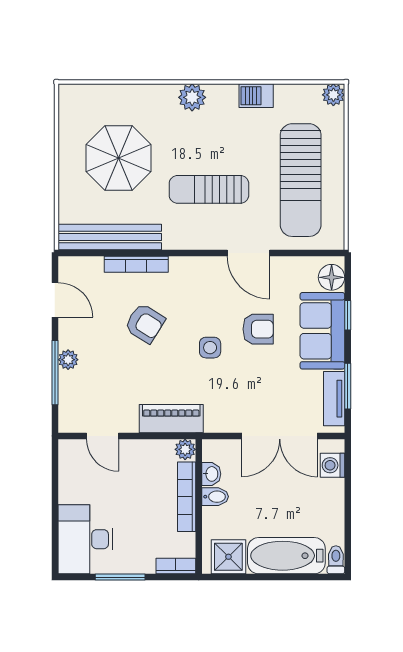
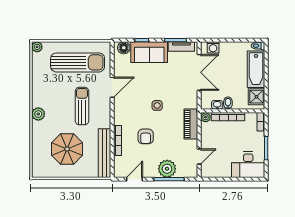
barbecue: (256, 96) -> (37, 84), removed
sun lounger: (209, 189) -> (82, 106), turned 180
armchair: (145, 323) -> (146, 136), turned 148
armchair: (258, 329) -> (148, 83), removed
plant: (68, 360) -> (167, 169), width x1.88, depth x1.88

